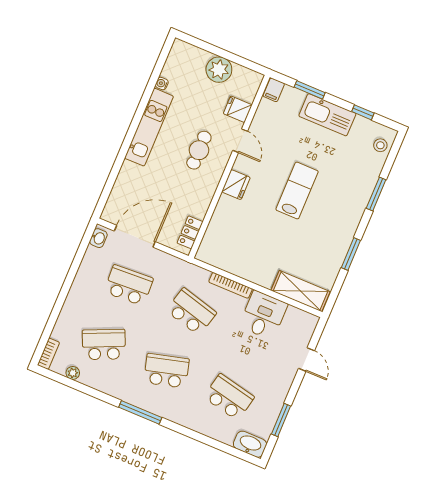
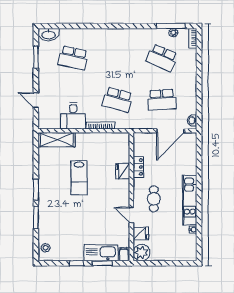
plant: (219, 70) -> (141, 253), moved
window: (363, 112) -> (76, 263), moved
kitchen sink: (327, 115) -> (101, 253), moved
fridge: (236, 185) -> (123, 171), moved
lab bench: (297, 191) -> (79, 178), moved
locker: (190, 232) -> (138, 167), moved
window: (351, 254) -> (36, 190), moved
school desk: (104, 344) -> (162, 58), turned 48
school desk: (166, 371) -> (117, 58), removed
window: (140, 412) -> (171, 26), moved

